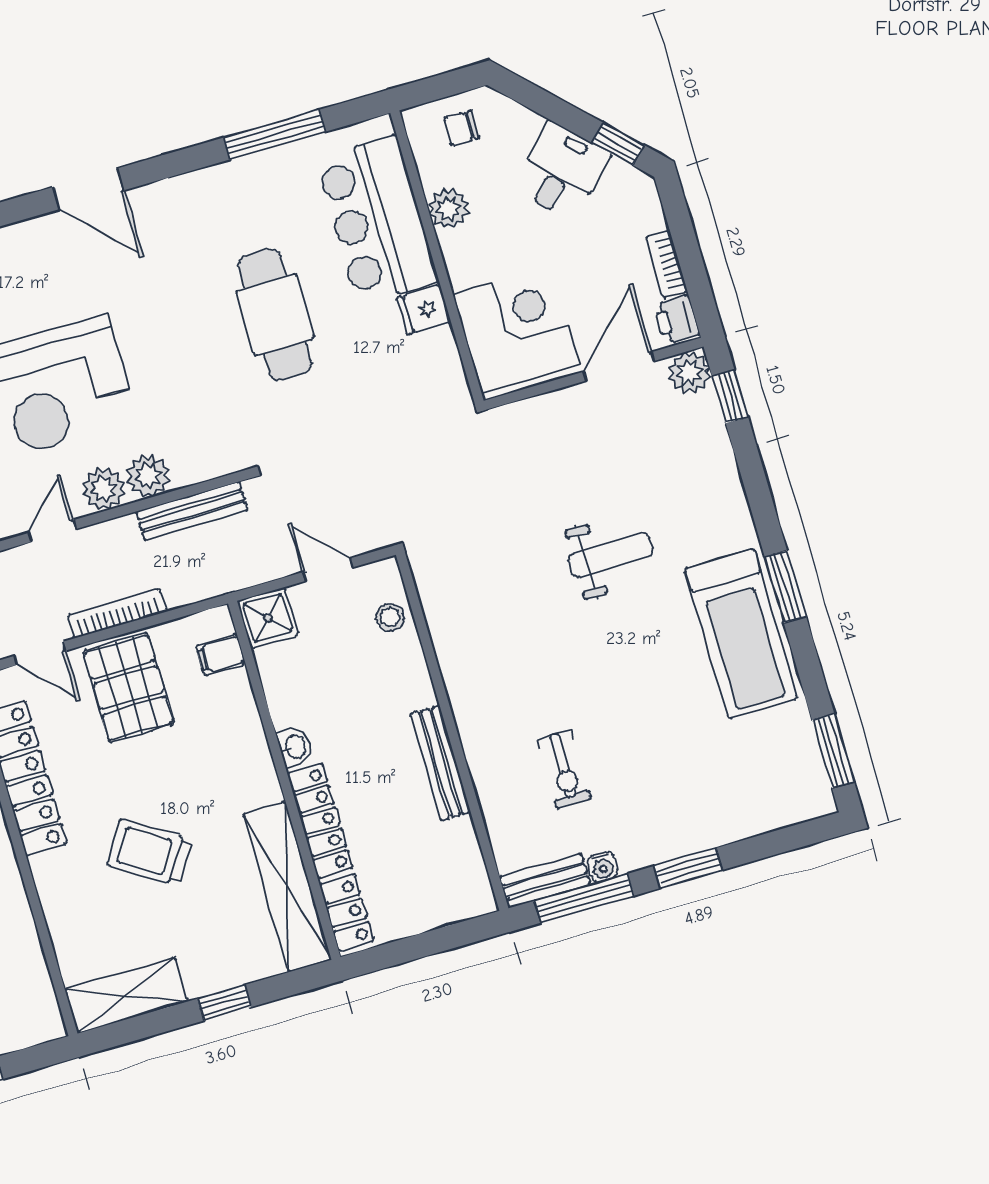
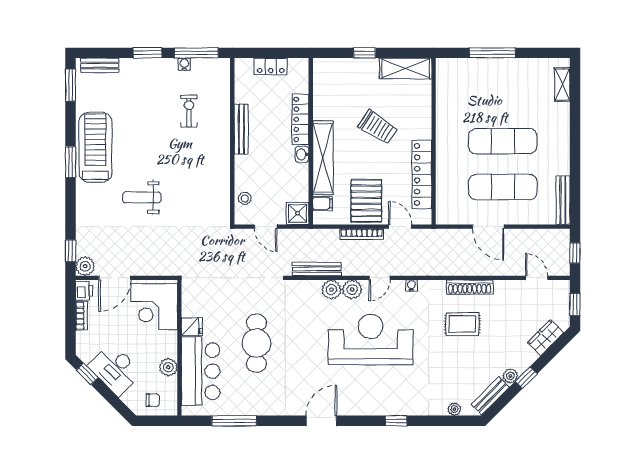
desk: (562, 171) -> (115, 369), width x1.37
door: (88, 189) -> (321, 421), hinge flipped
bench: (545, 881) -> (100, 65), moved
shelving: (287, 887) -> (323, 158), moved
locker: (347, 913) -> (271, 66), moved, turned -90

